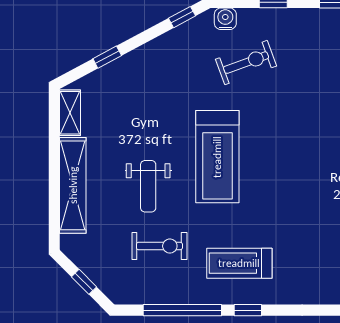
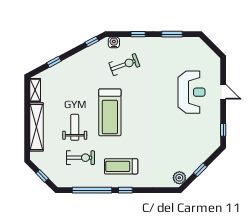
weight bench: (148, 186) -> (75, 127), turned 180

